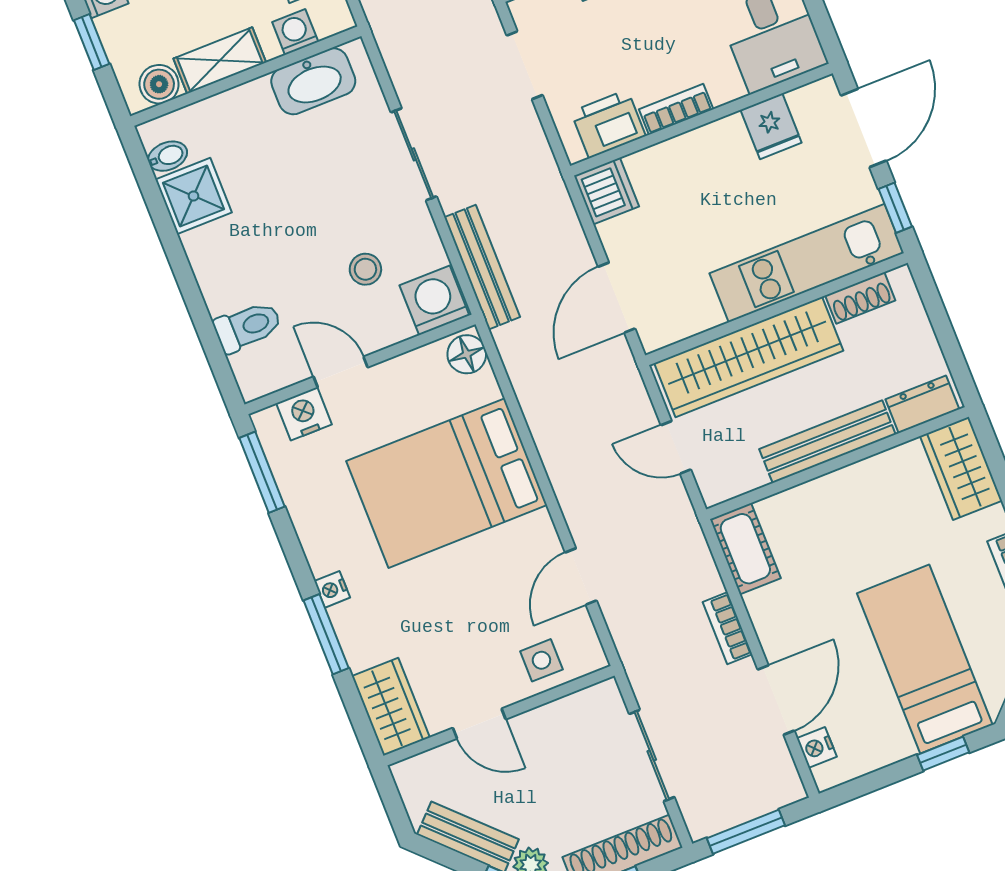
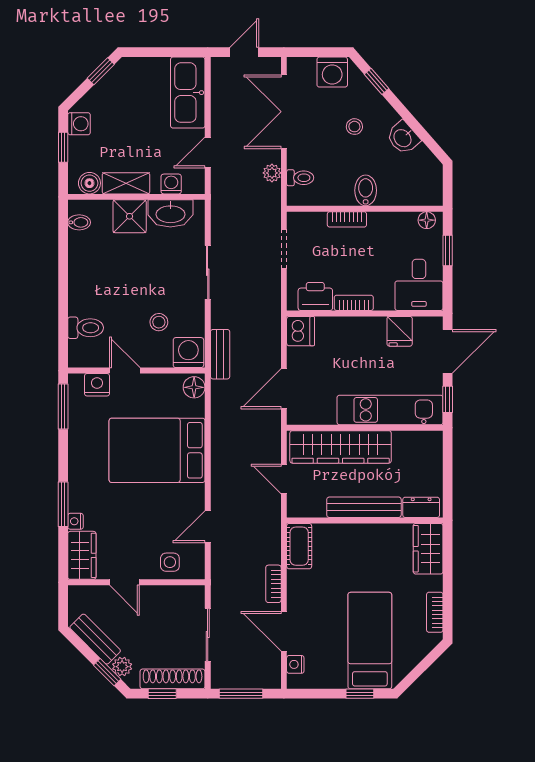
shower: (194, 196) -> (130, 216), moved
bench: (482, 267) -> (220, 354), width x0.73
shoe rack: (860, 298) -> (411, 439), removed
nightstand: (332, 589) -> (75, 521), moved
door: (776, 700) -> (284, 631), swing flipped

